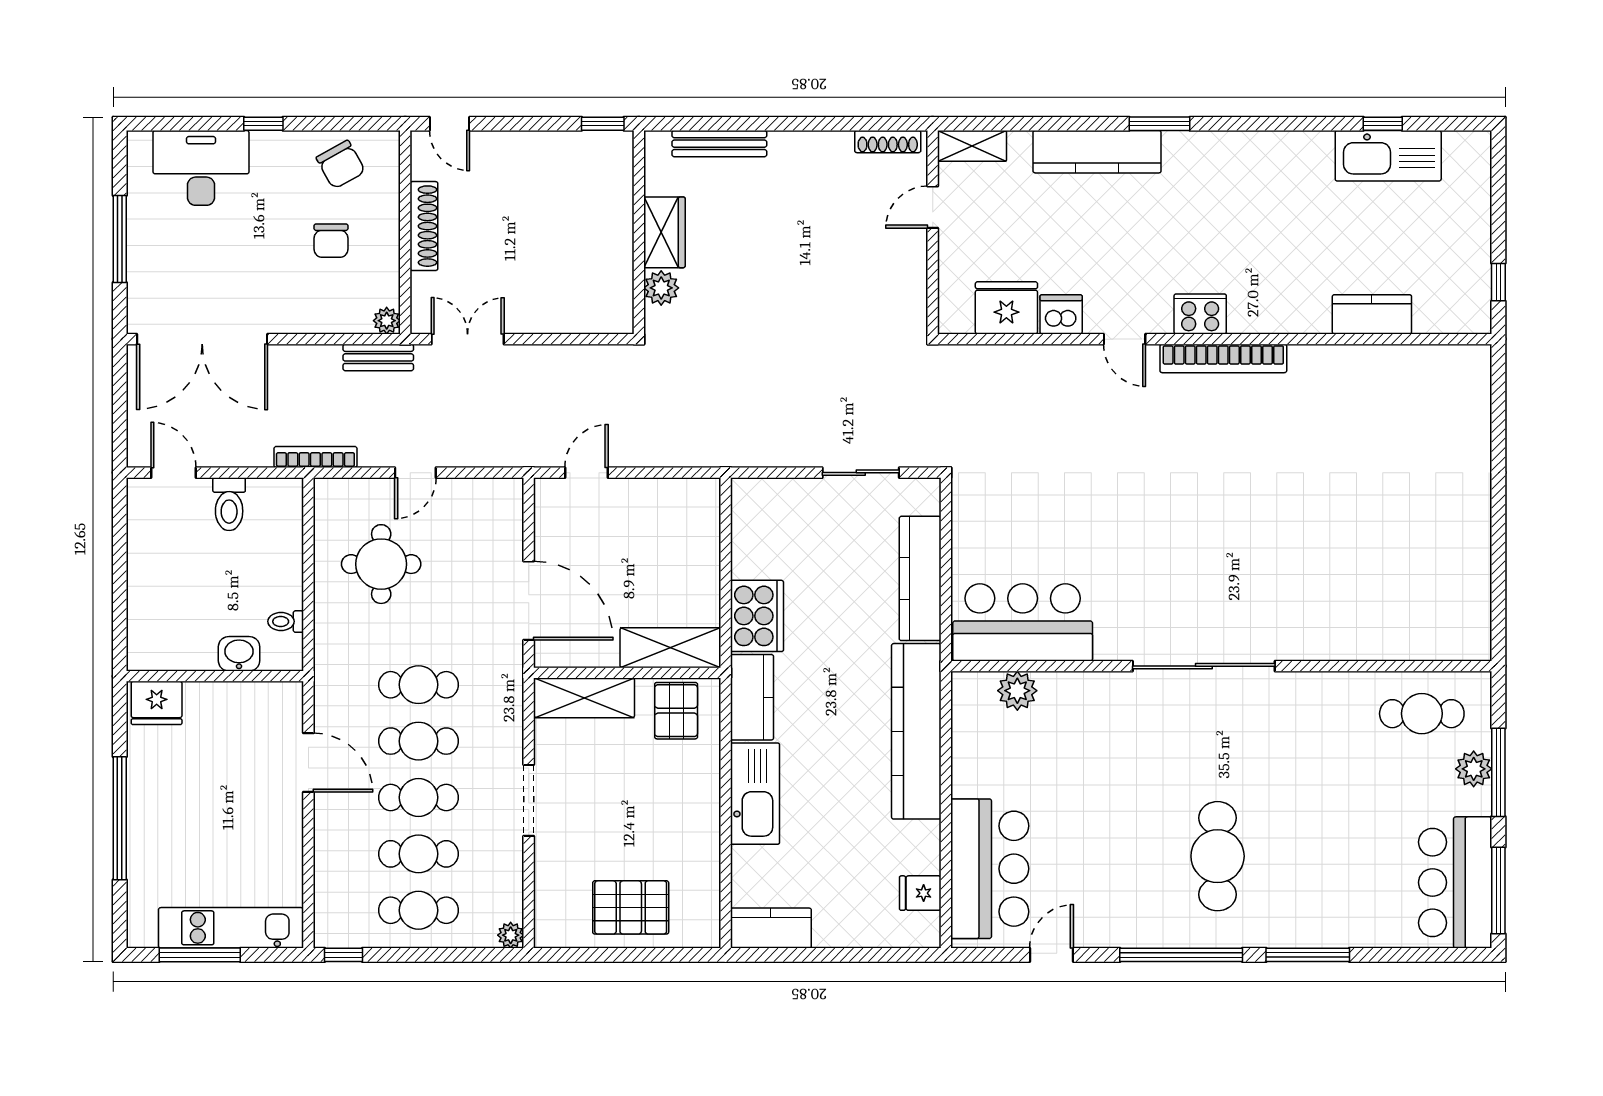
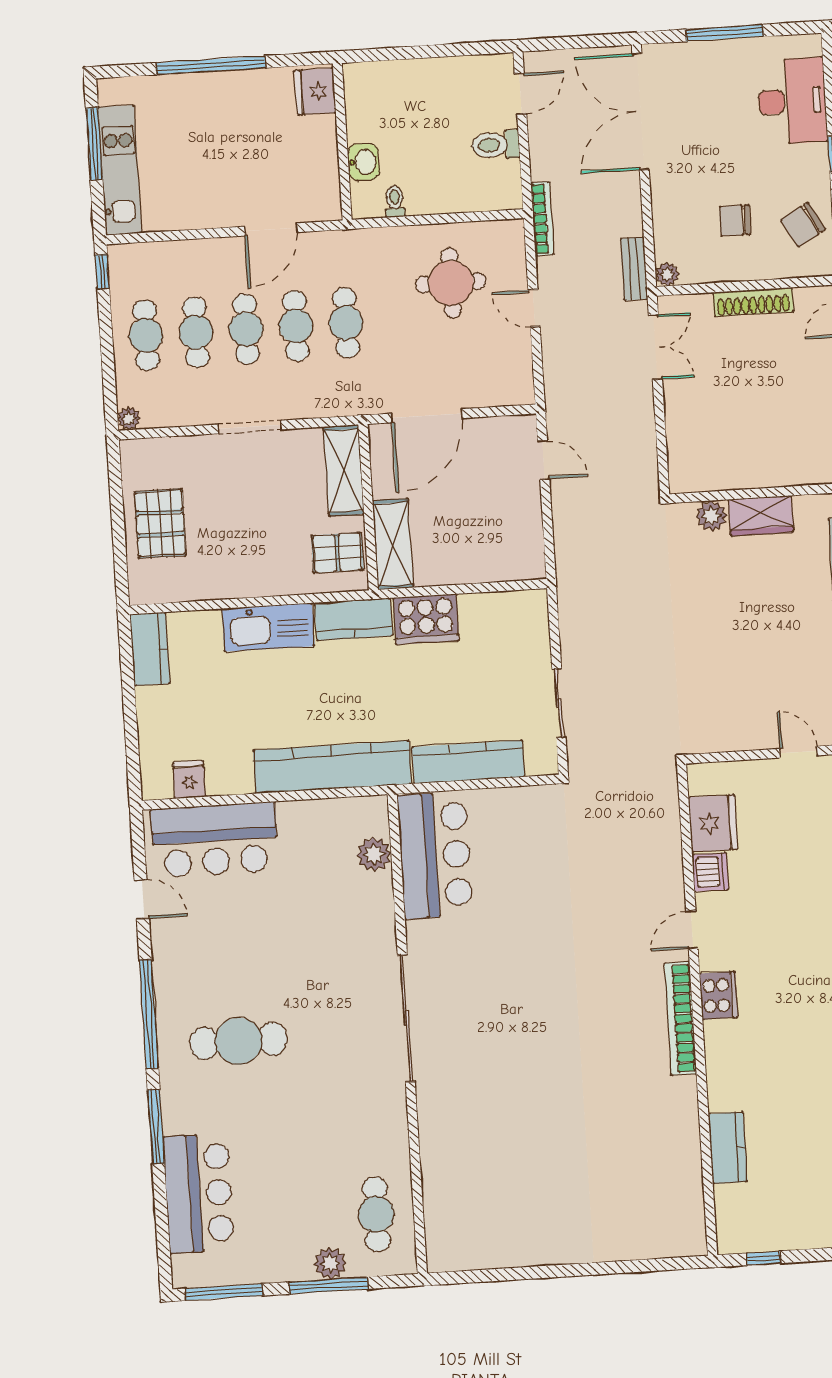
bar counter: (1455, 882) -> (199, 1193), moved, turned 90

